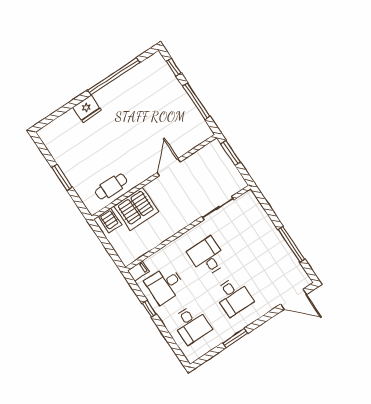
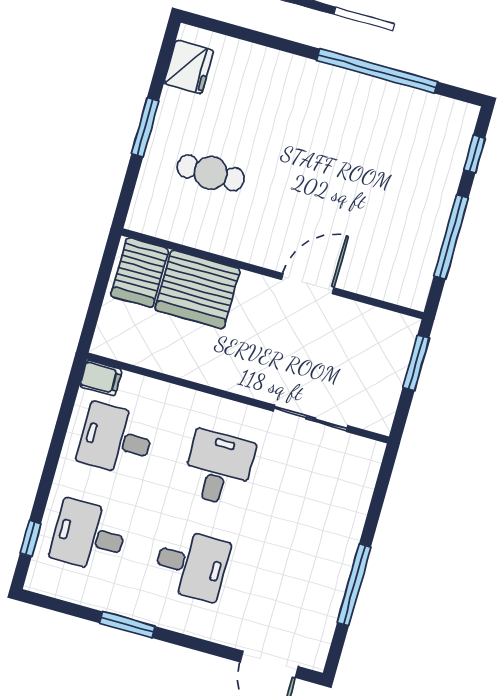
fridge: (87, 109) -> (189, 67), moved, turned -90
cafe table: (111, 187) -> (211, 173), moved
server rack: (110, 221) -> (140, 272), width x1.36, depth x1.44
desk: (233, 296) -> (191, 565), turned -90
window: (149, 309) -> (30, 539), moved
desk: (191, 324) -> (89, 536), turned 90

